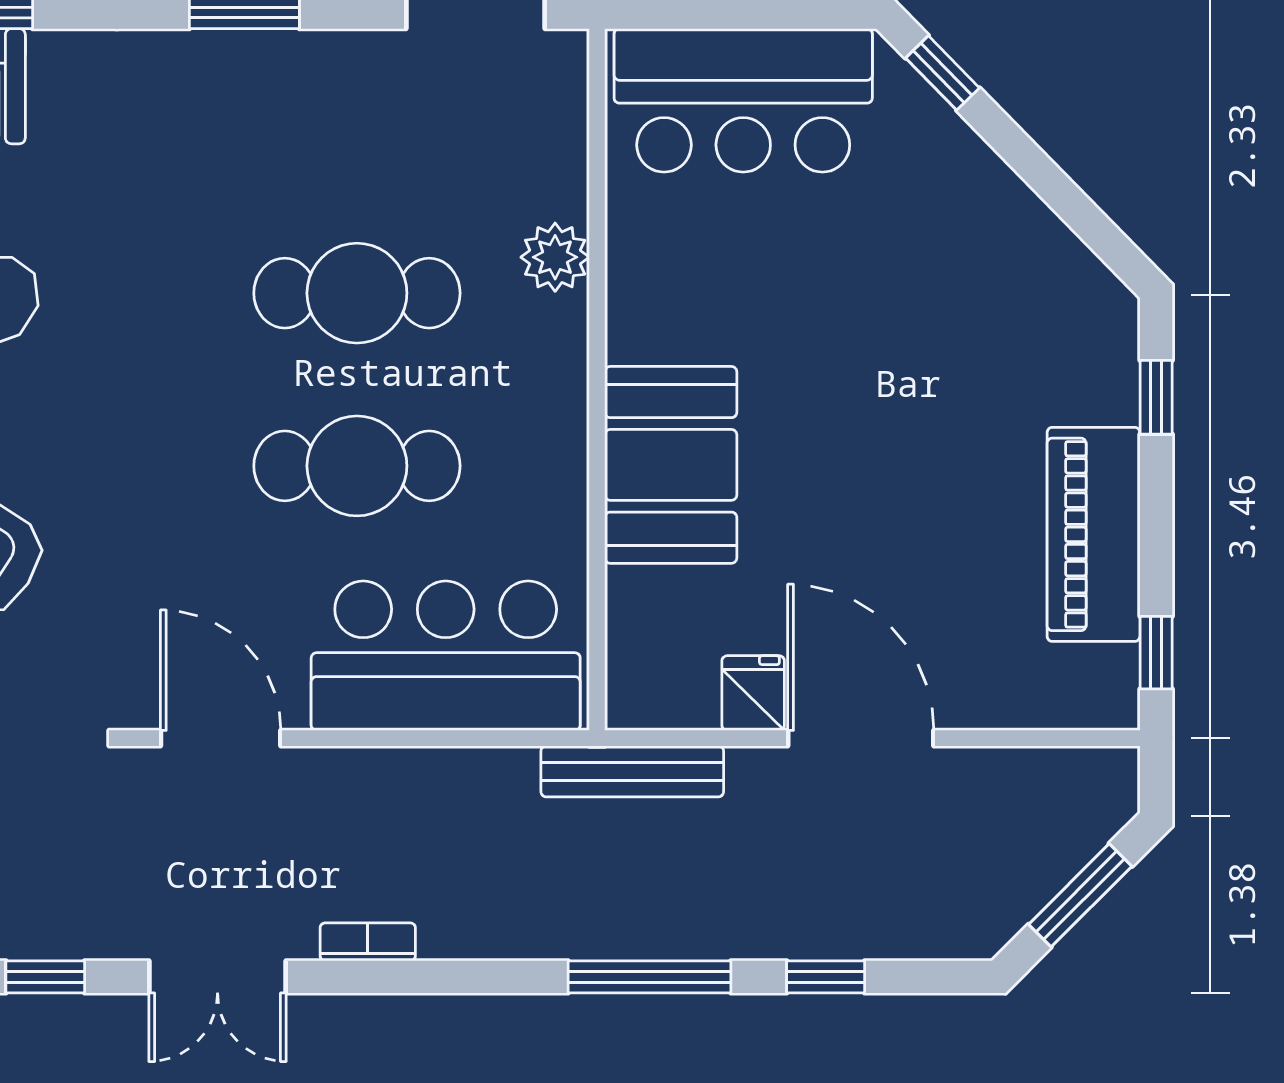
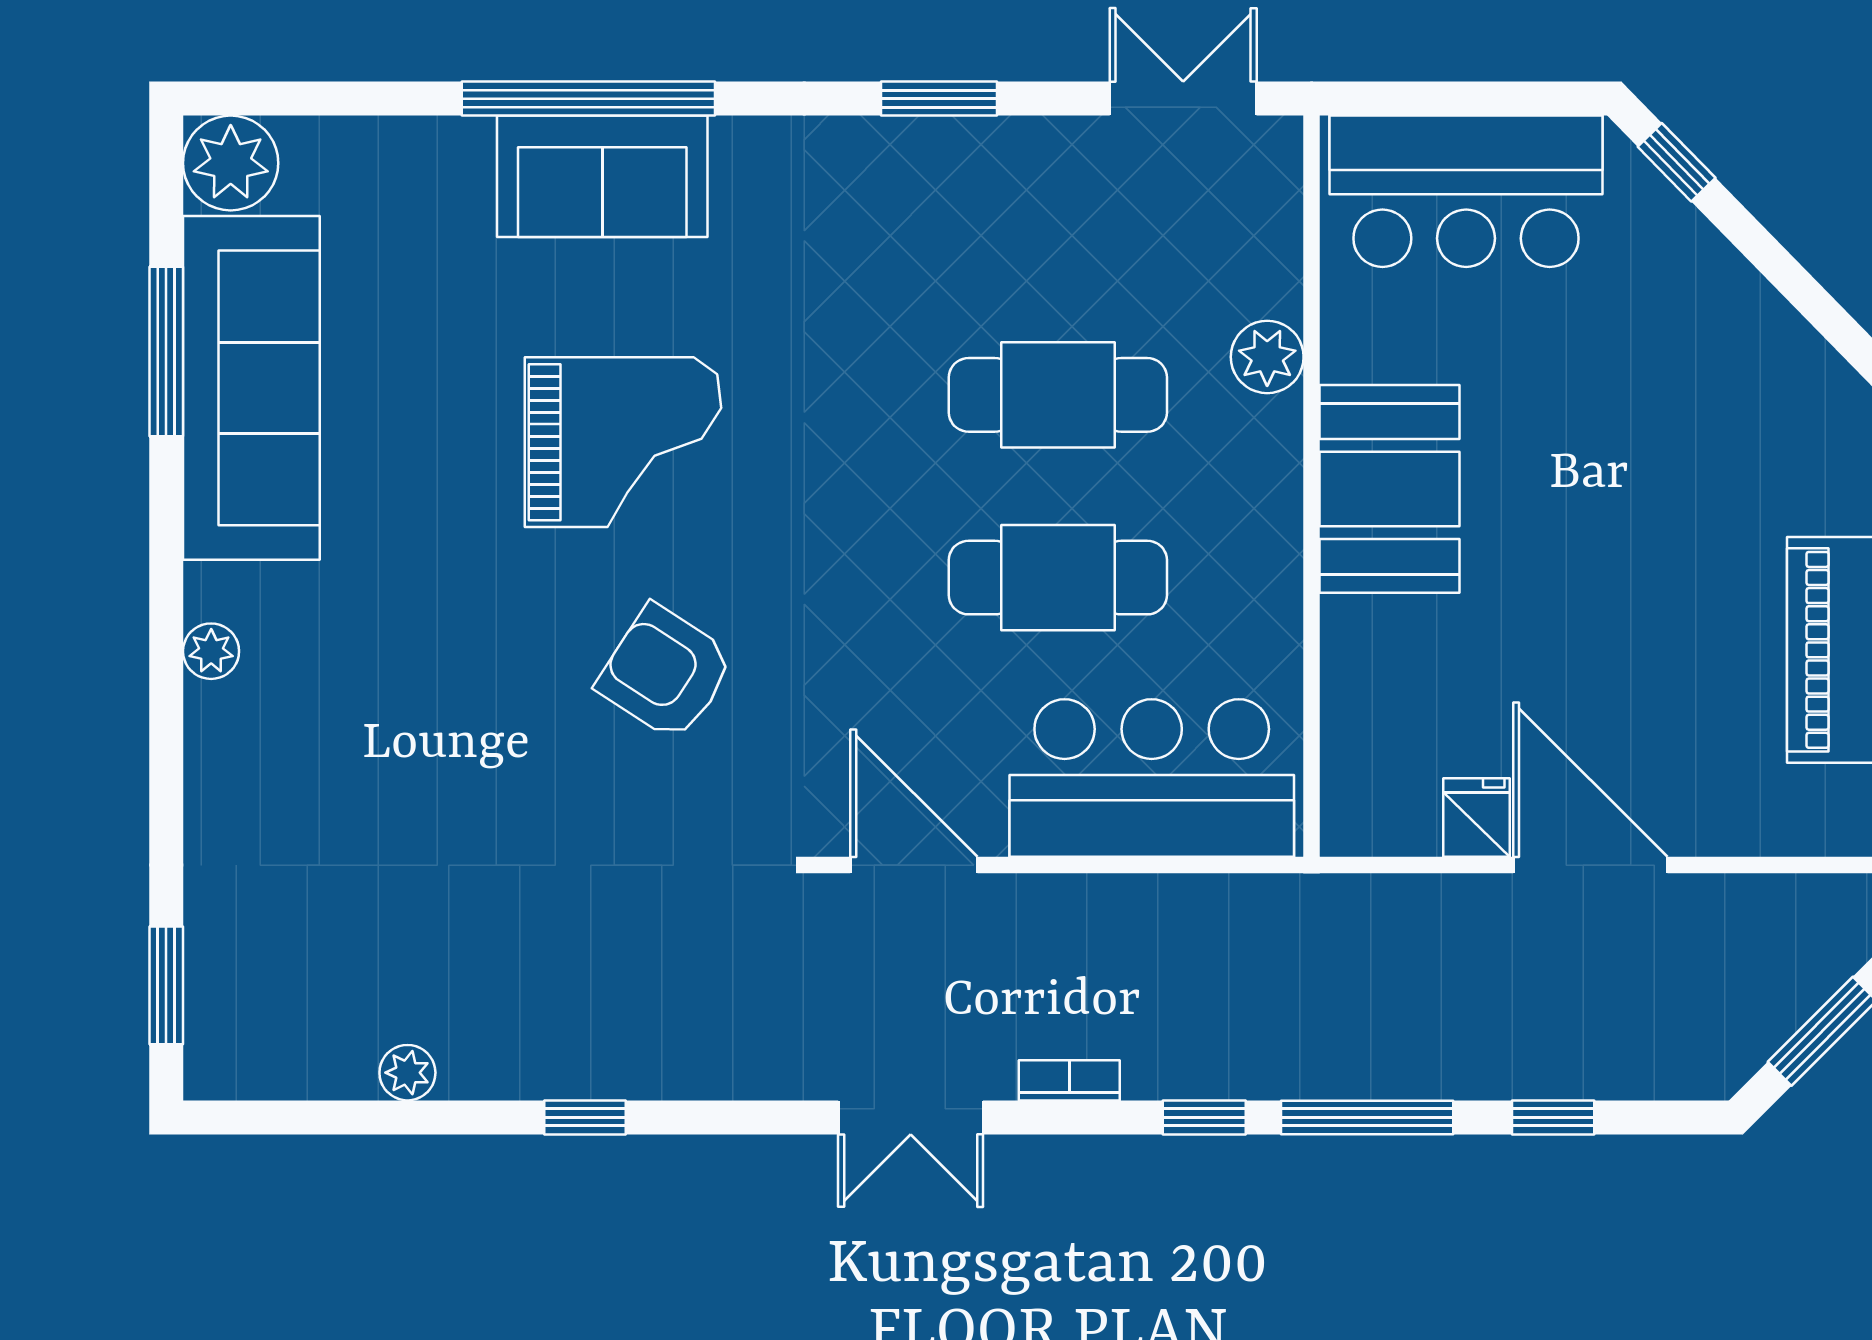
booth: (671, 465) -> (1390, 489), moved
bench: (632, 771) -> (1349, 900), removed
window: (45, 977) -> (1204, 1117), moved

